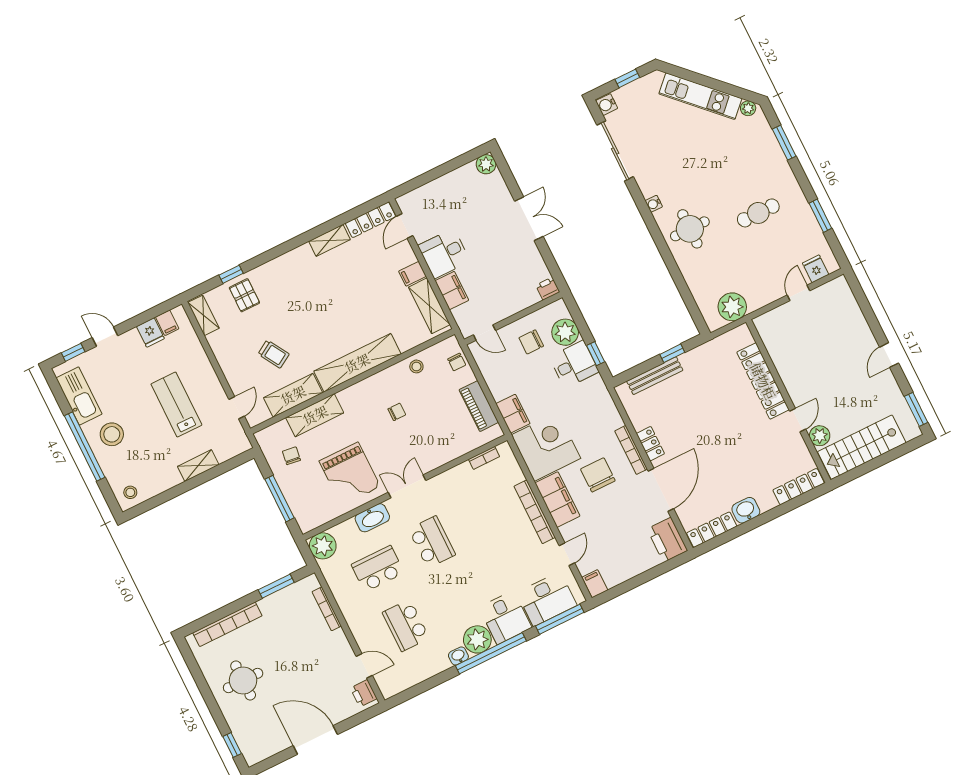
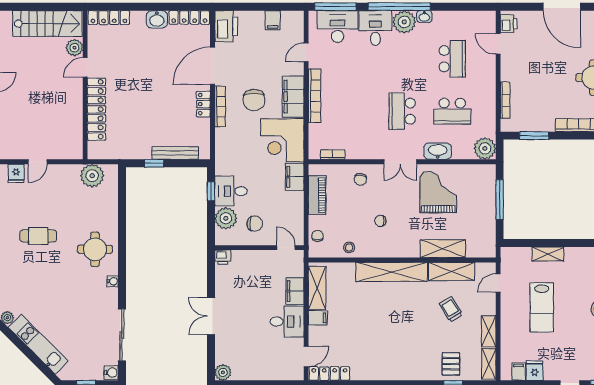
shelving: (330, 240) -> (489, 331), moved, turned 90
chair: (291, 456) -> (360, 179), moved
filing cabinet: (595, 584) -> (273, 20), moved

